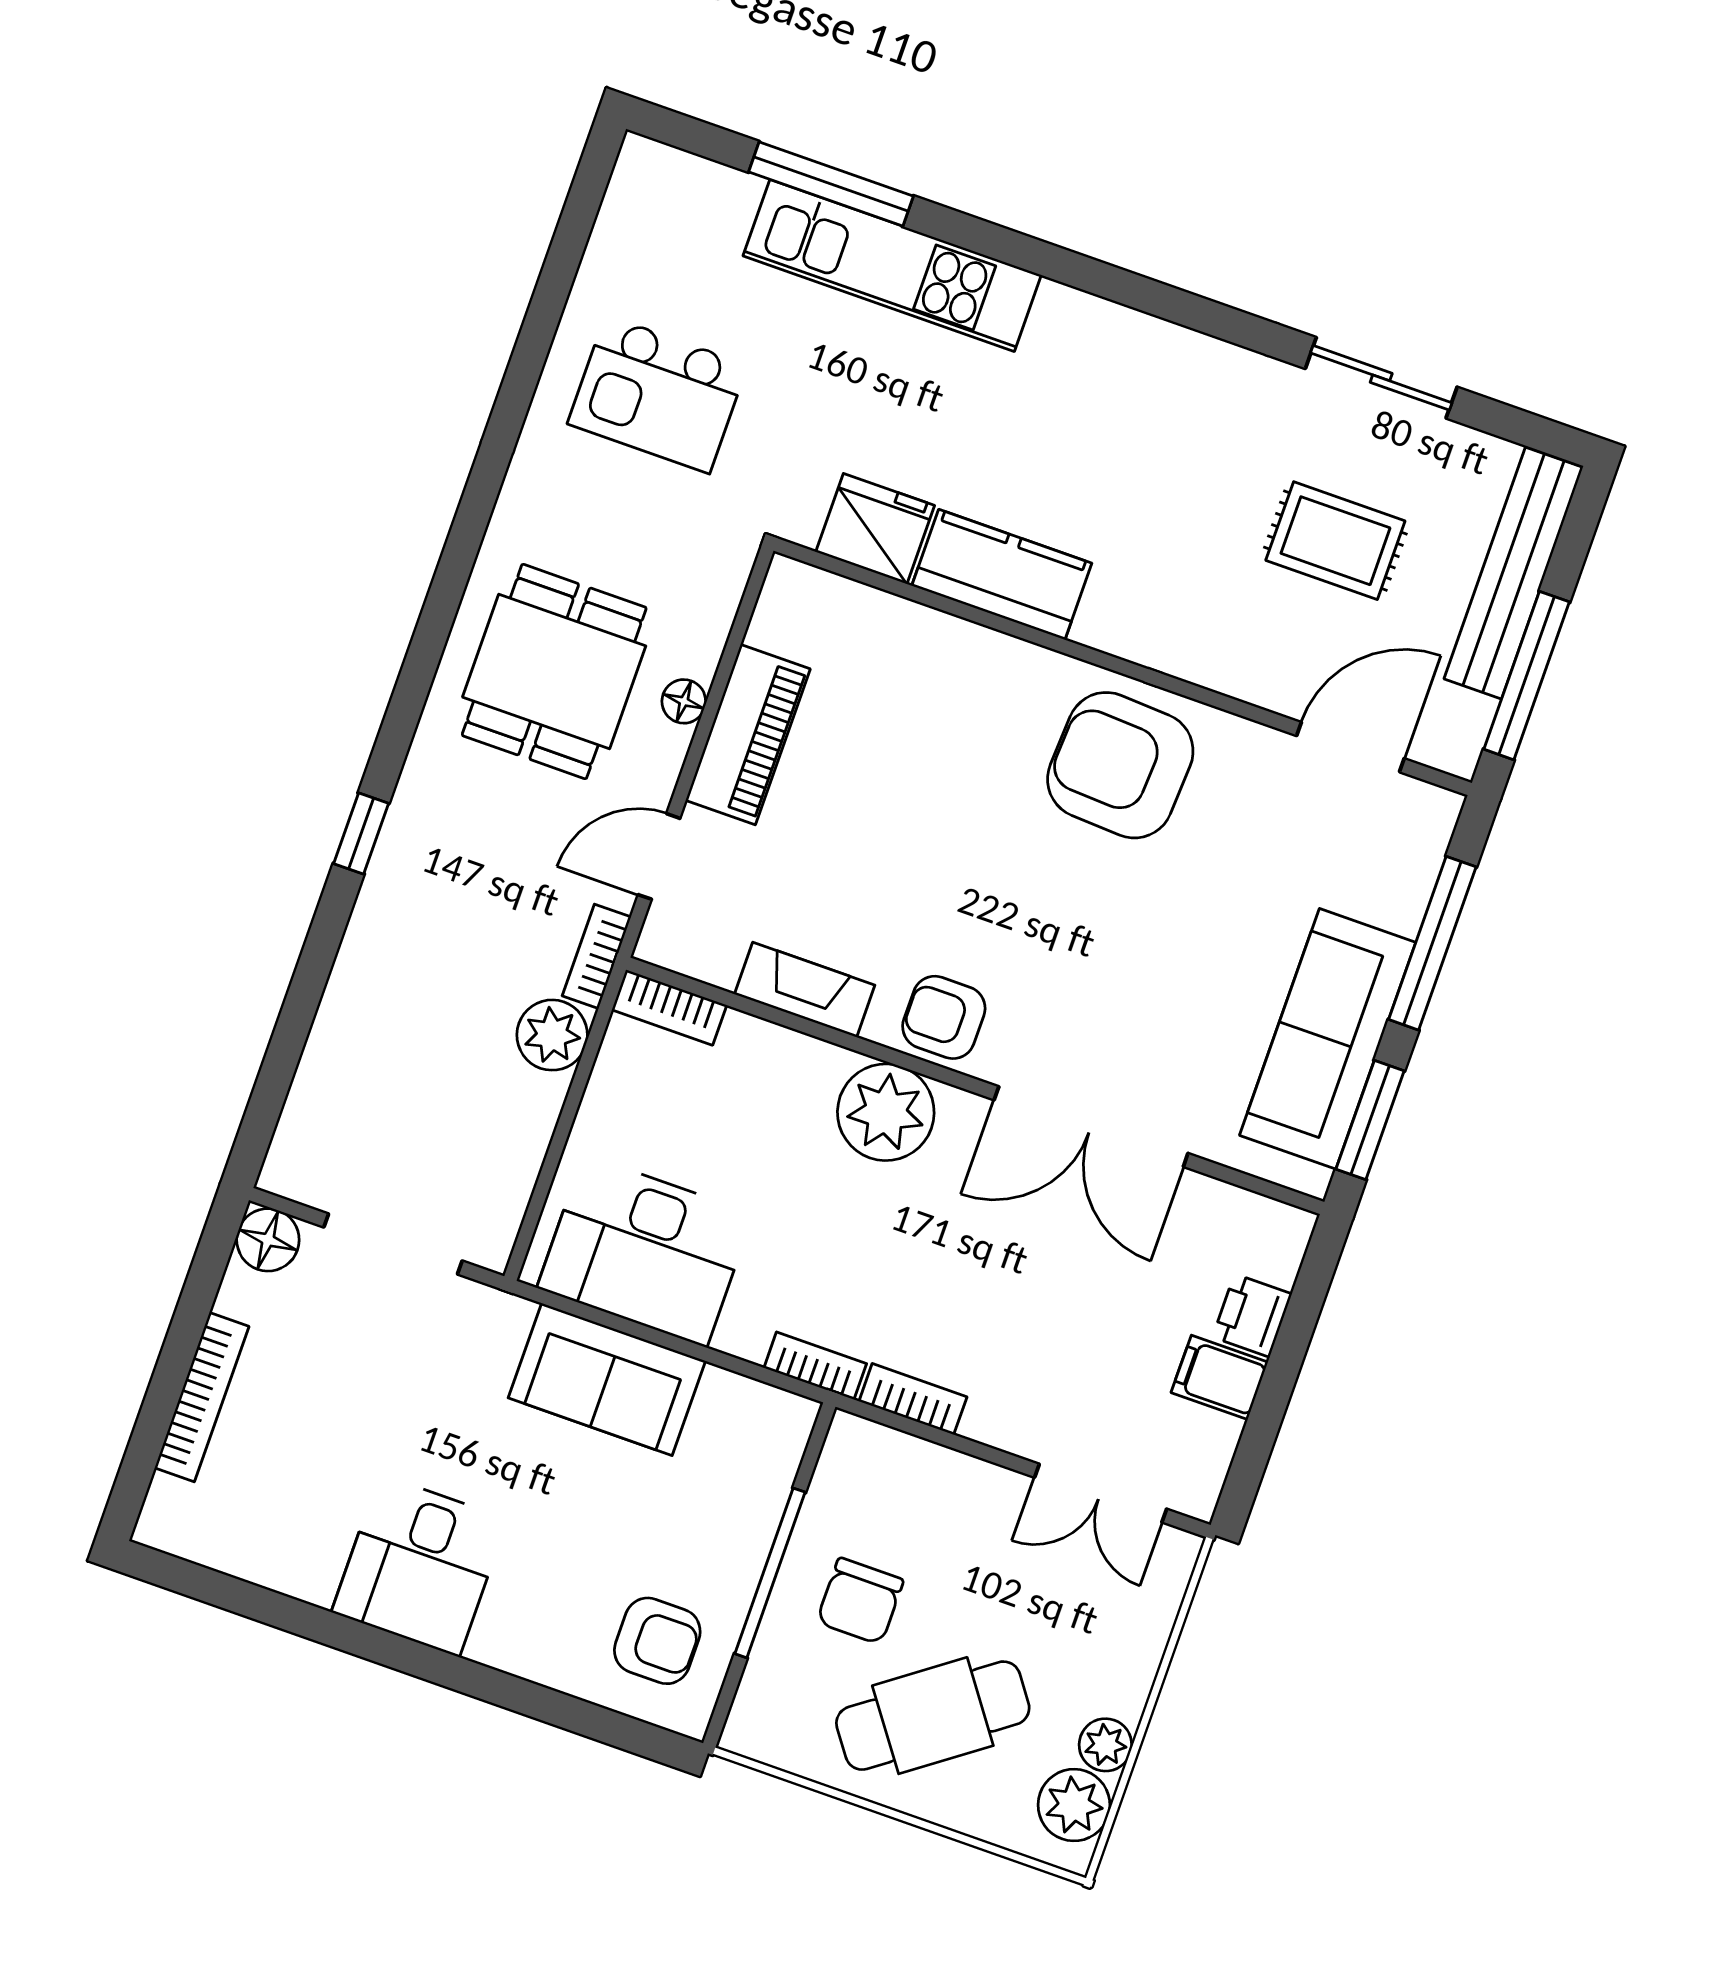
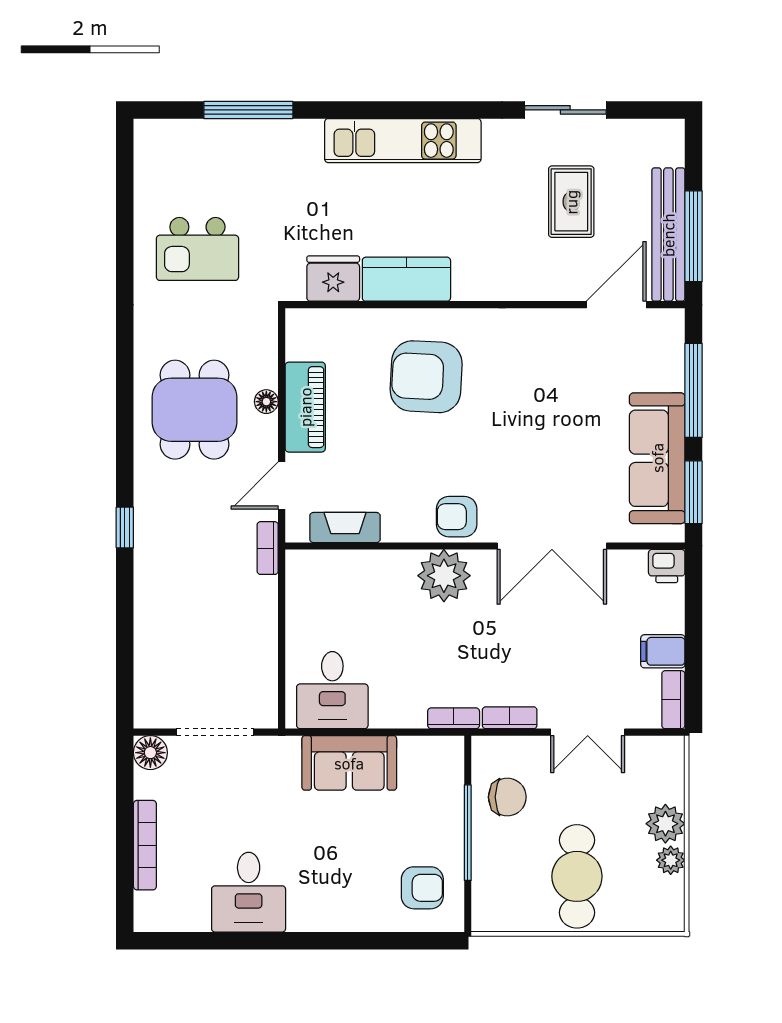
kitchen unit: (892, 265) -> (403, 141), moved
rug: (1335, 541) -> (571, 202), turned 90
bench: (1513, 573) -> (668, 235), moved
armchair: (1120, 765) -> (426, 377), moved
fireplace: (805, 990) -> (345, 528), moved
bookcase: (669, 1007) -> (673, 700), moved, turned 90
plant: (552, 1035) -> (259, 596), removed
desk: (645, 1251) -> (332, 690), width x0.73
printer: (1252, 1315) -> (667, 566), moved, turned -90
double door: (1101, 1493) -> (588, 732), moved
desk: (419, 1566) -> (249, 892), moved
chair: (860, 1601) -> (507, 797), moved, turned -90
cafe table: (933, 1716) -> (577, 876), turned -54
plant: (1074, 1805) -> (665, 824), moved

